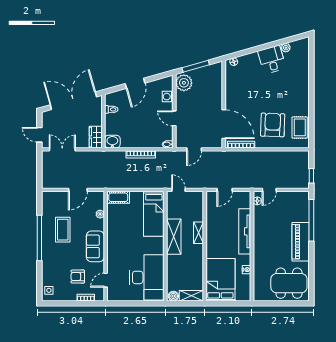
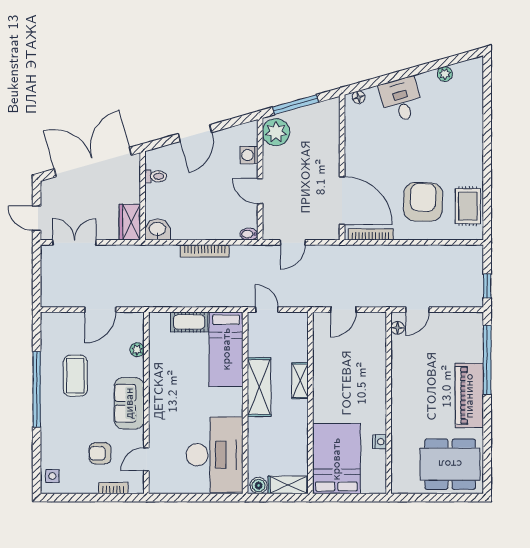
desk: (272, 60) -> (401, 100), moved
cot: (118, 197) -> (189, 322), moved
tv unit: (245, 231) -> (377, 378), removed

